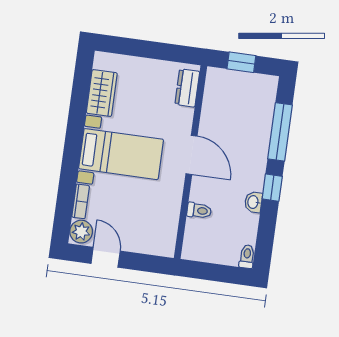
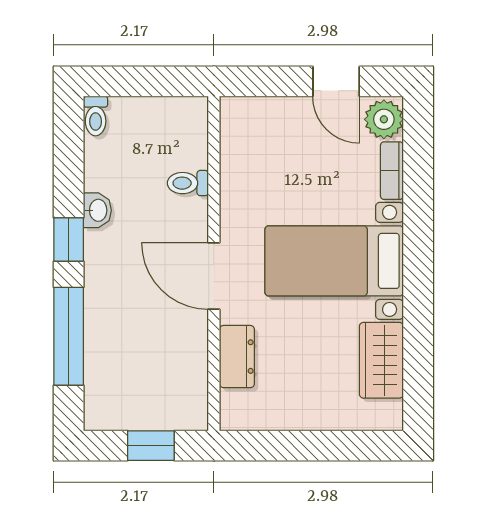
dresser: (187, 88) -> (237, 357), moved

